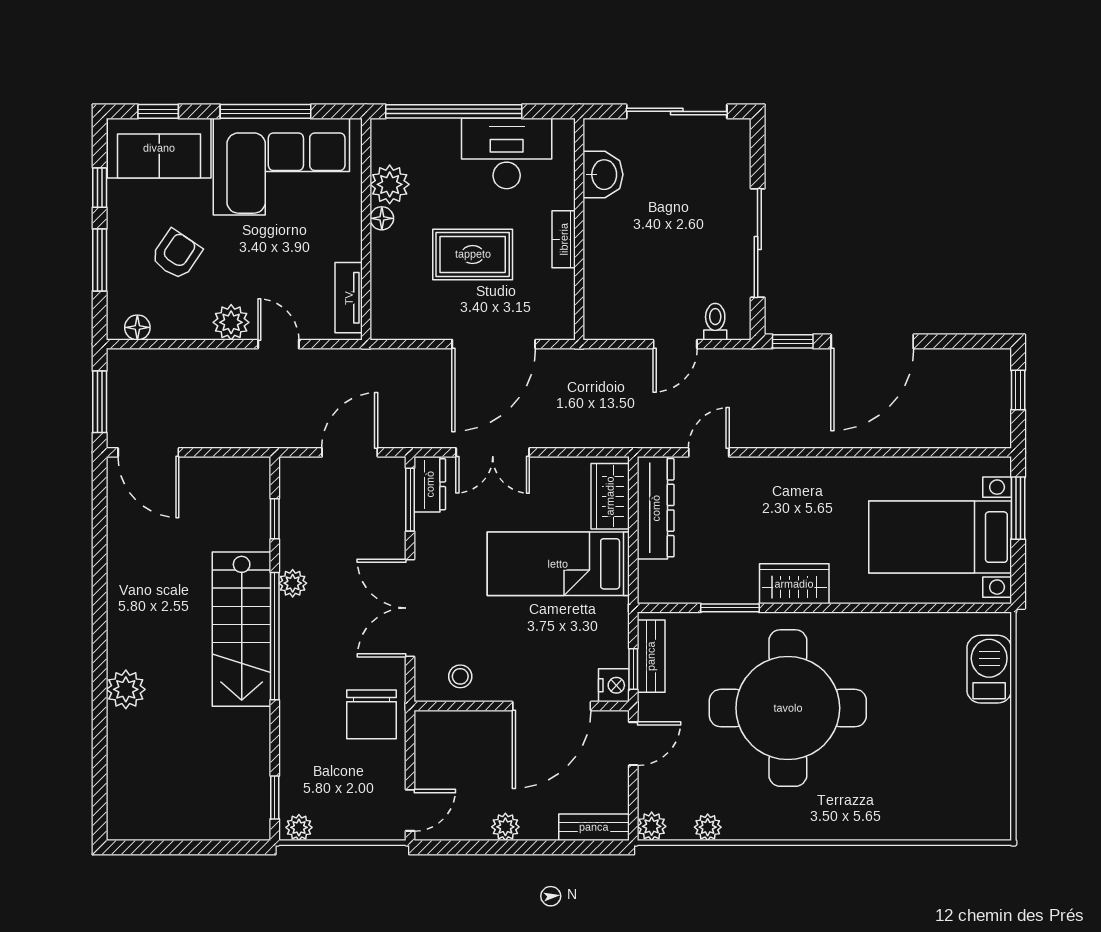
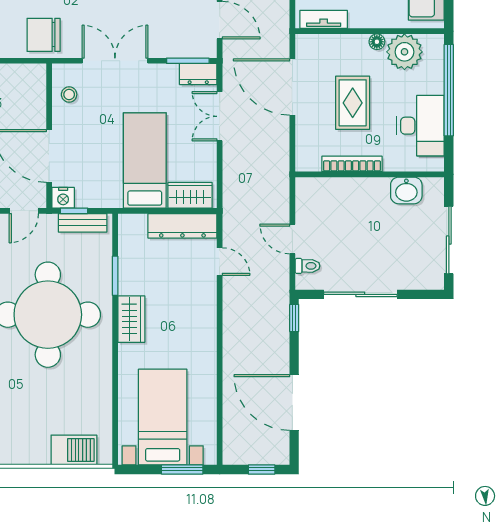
plant: (390, 184) -> (404, 52), width x1.36, depth x1.36
bookcase: (564, 239) -> (352, 164), width x1.56
door: (872, 341) -> (294, 402), moved
door: (494, 344) -> (292, 87), moved
door: (633, 744) -> (24, 211), hinge flipped

